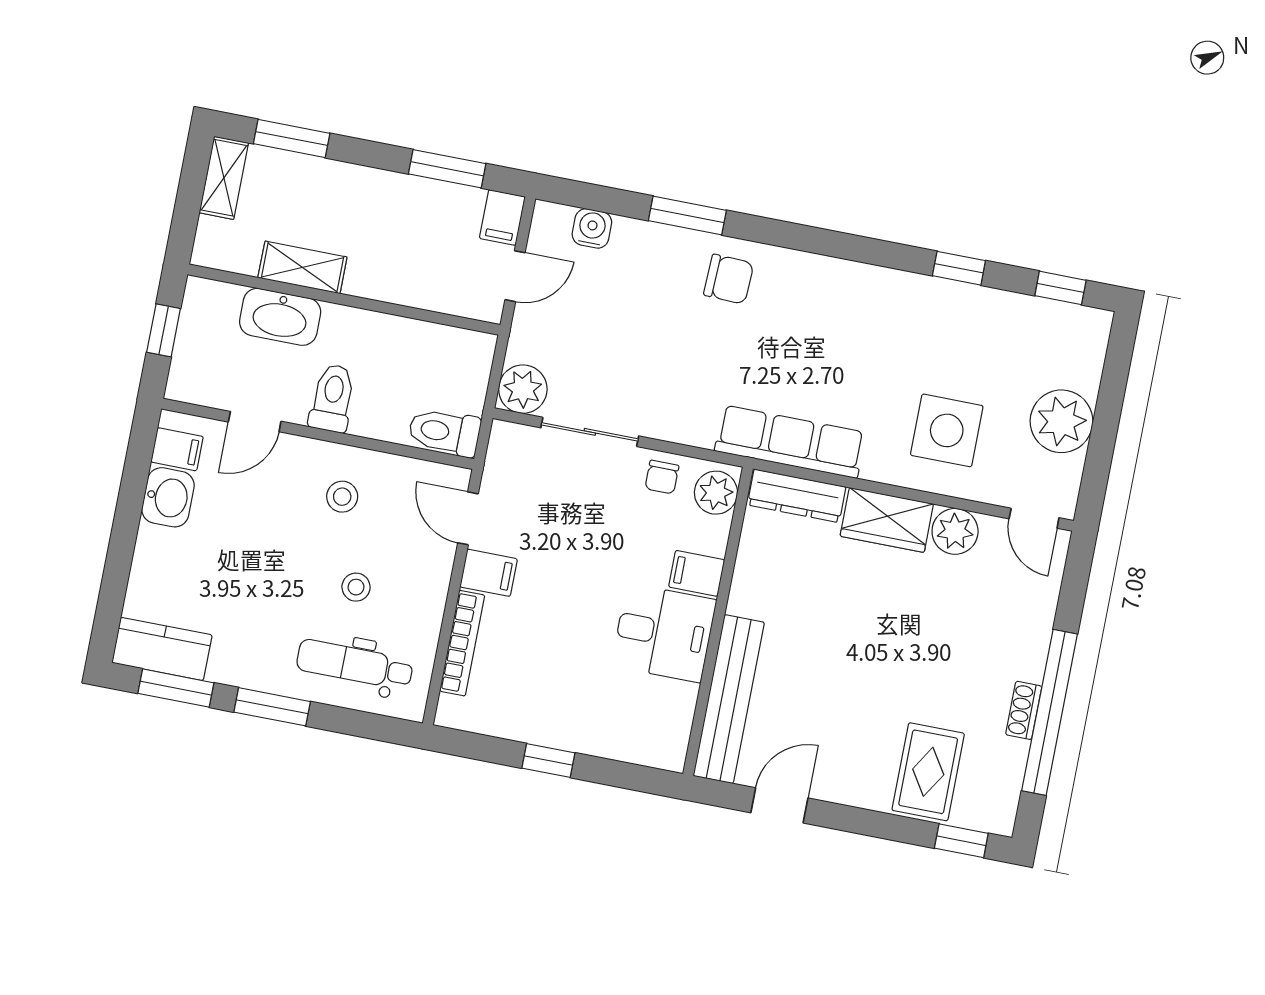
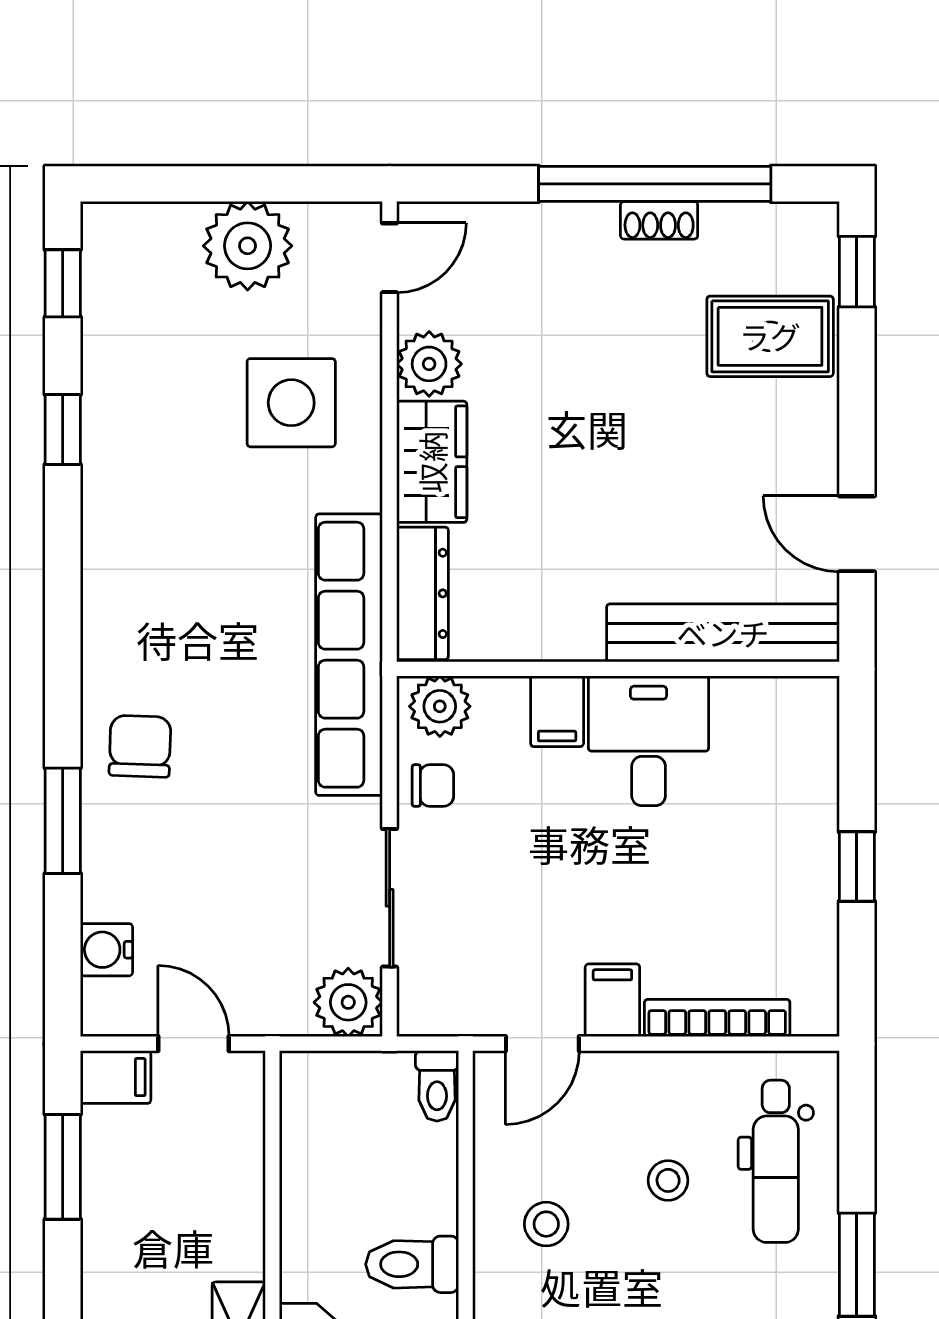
toilet: (444, 432) -> (437, 1086), width x0.73, depth x0.72
row of seats: (790, 442) -> (349, 655), width x1.36

